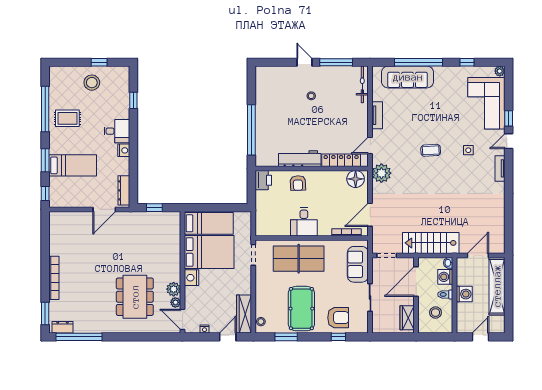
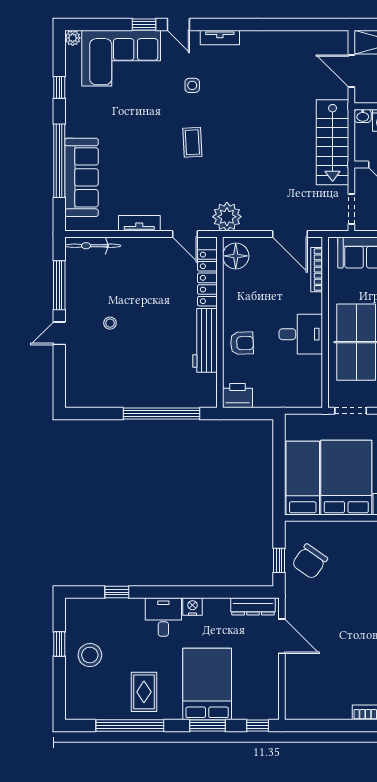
bed: (73, 165) -> (207, 684), width x1.50
chair: (154, 228) -> (310, 561), added

